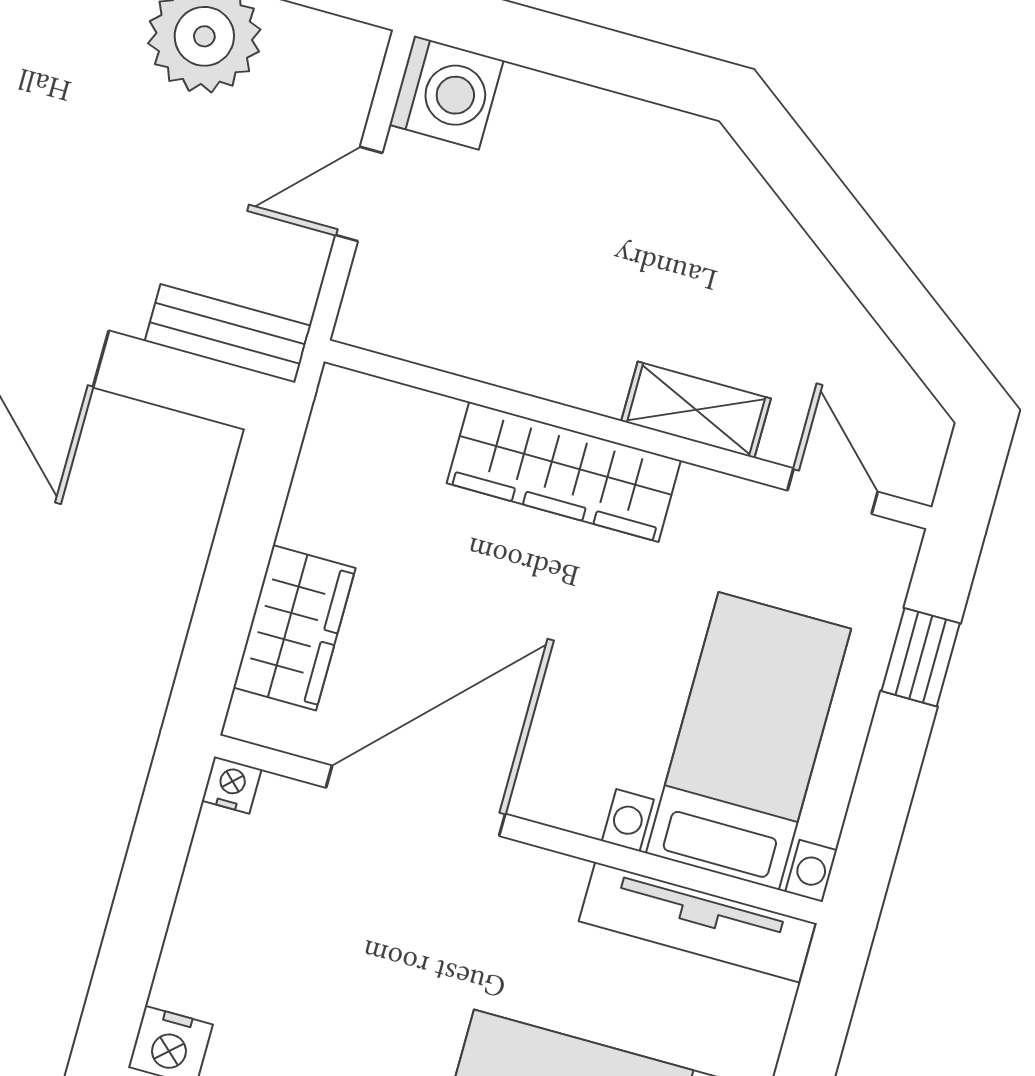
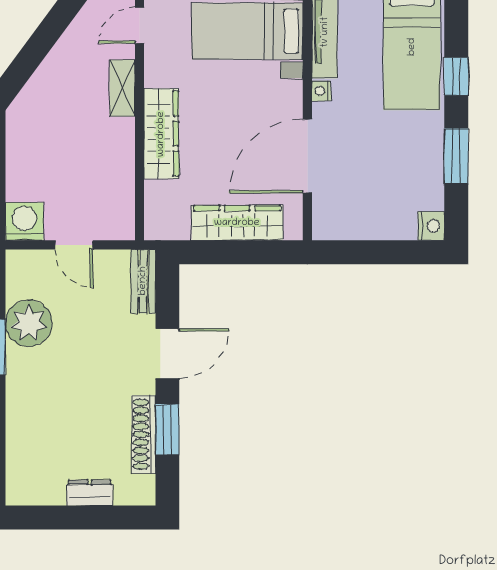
wardrobe: (294, 628) -> (237, 223), width x1.50
nightstand: (232, 785) -> (321, 91), moved
door: (416, 801) -> (307, 156), hinge flipped

